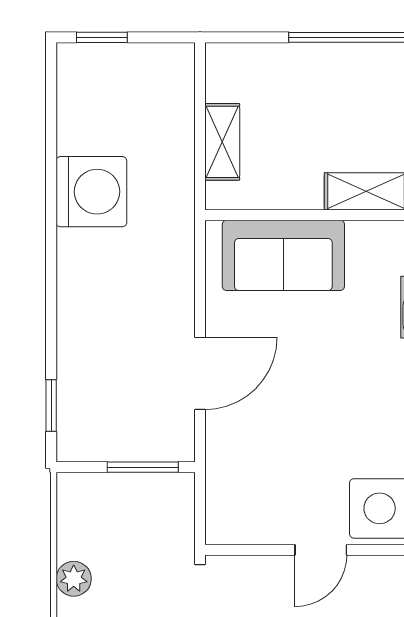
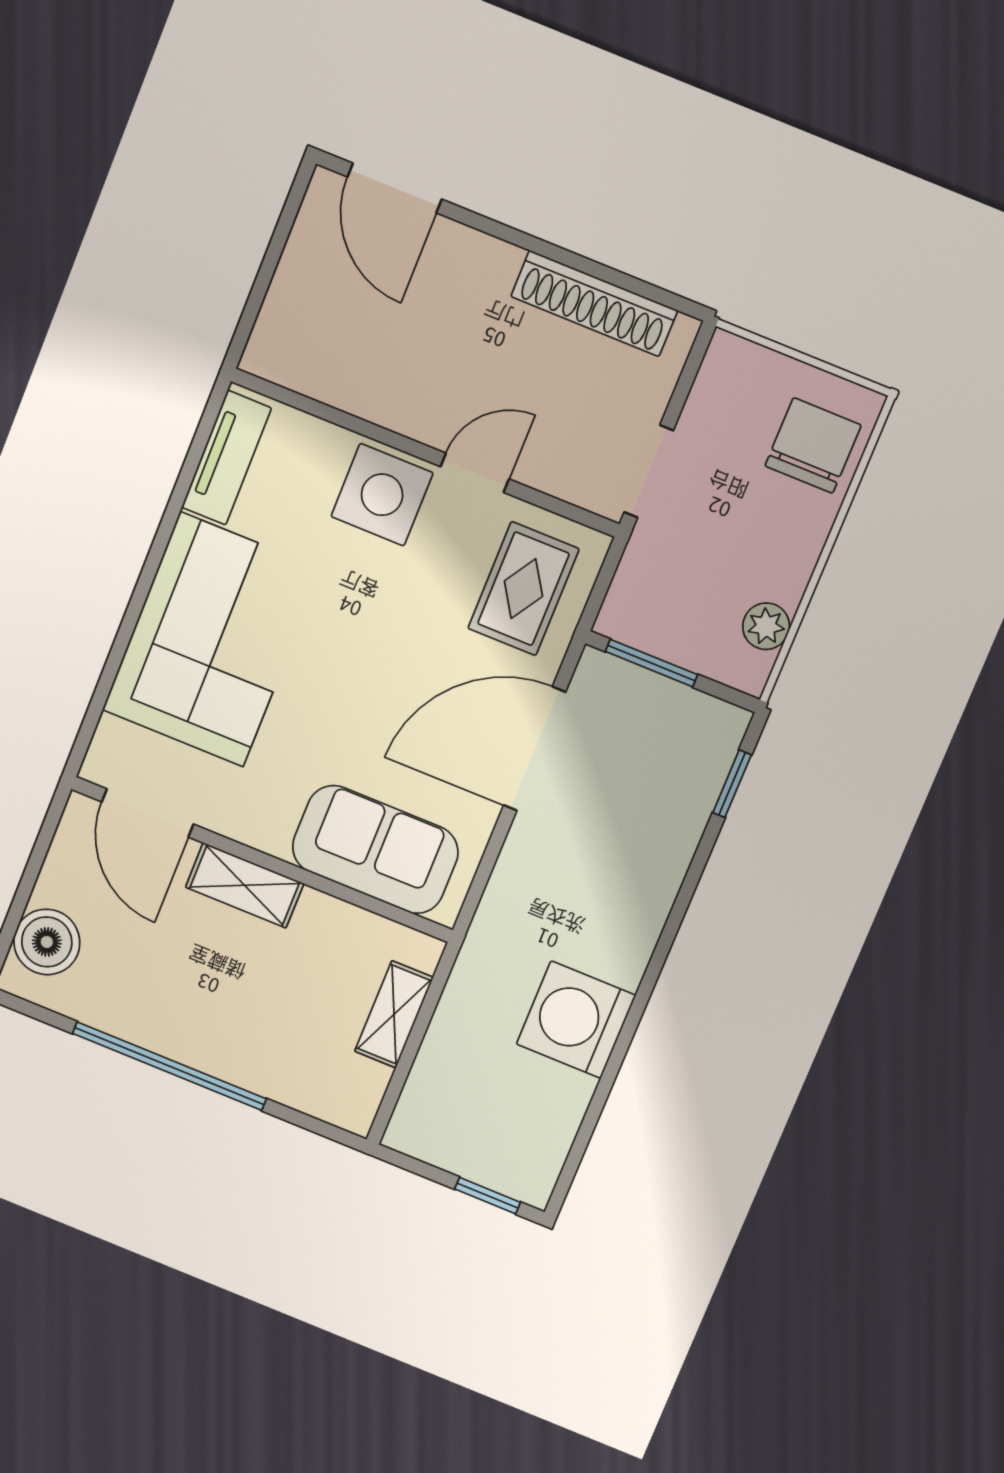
door: (200, 373) -> (535, 749), width x1.36
rug: (254, 483) -> (523, 589), added
plant: (74, 579) -> (766, 626), moved

